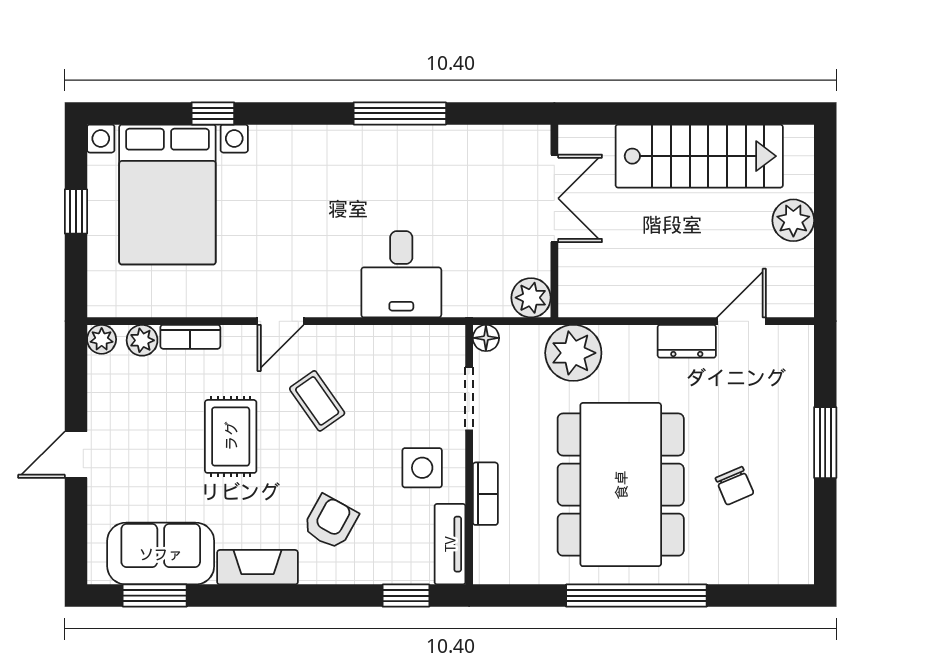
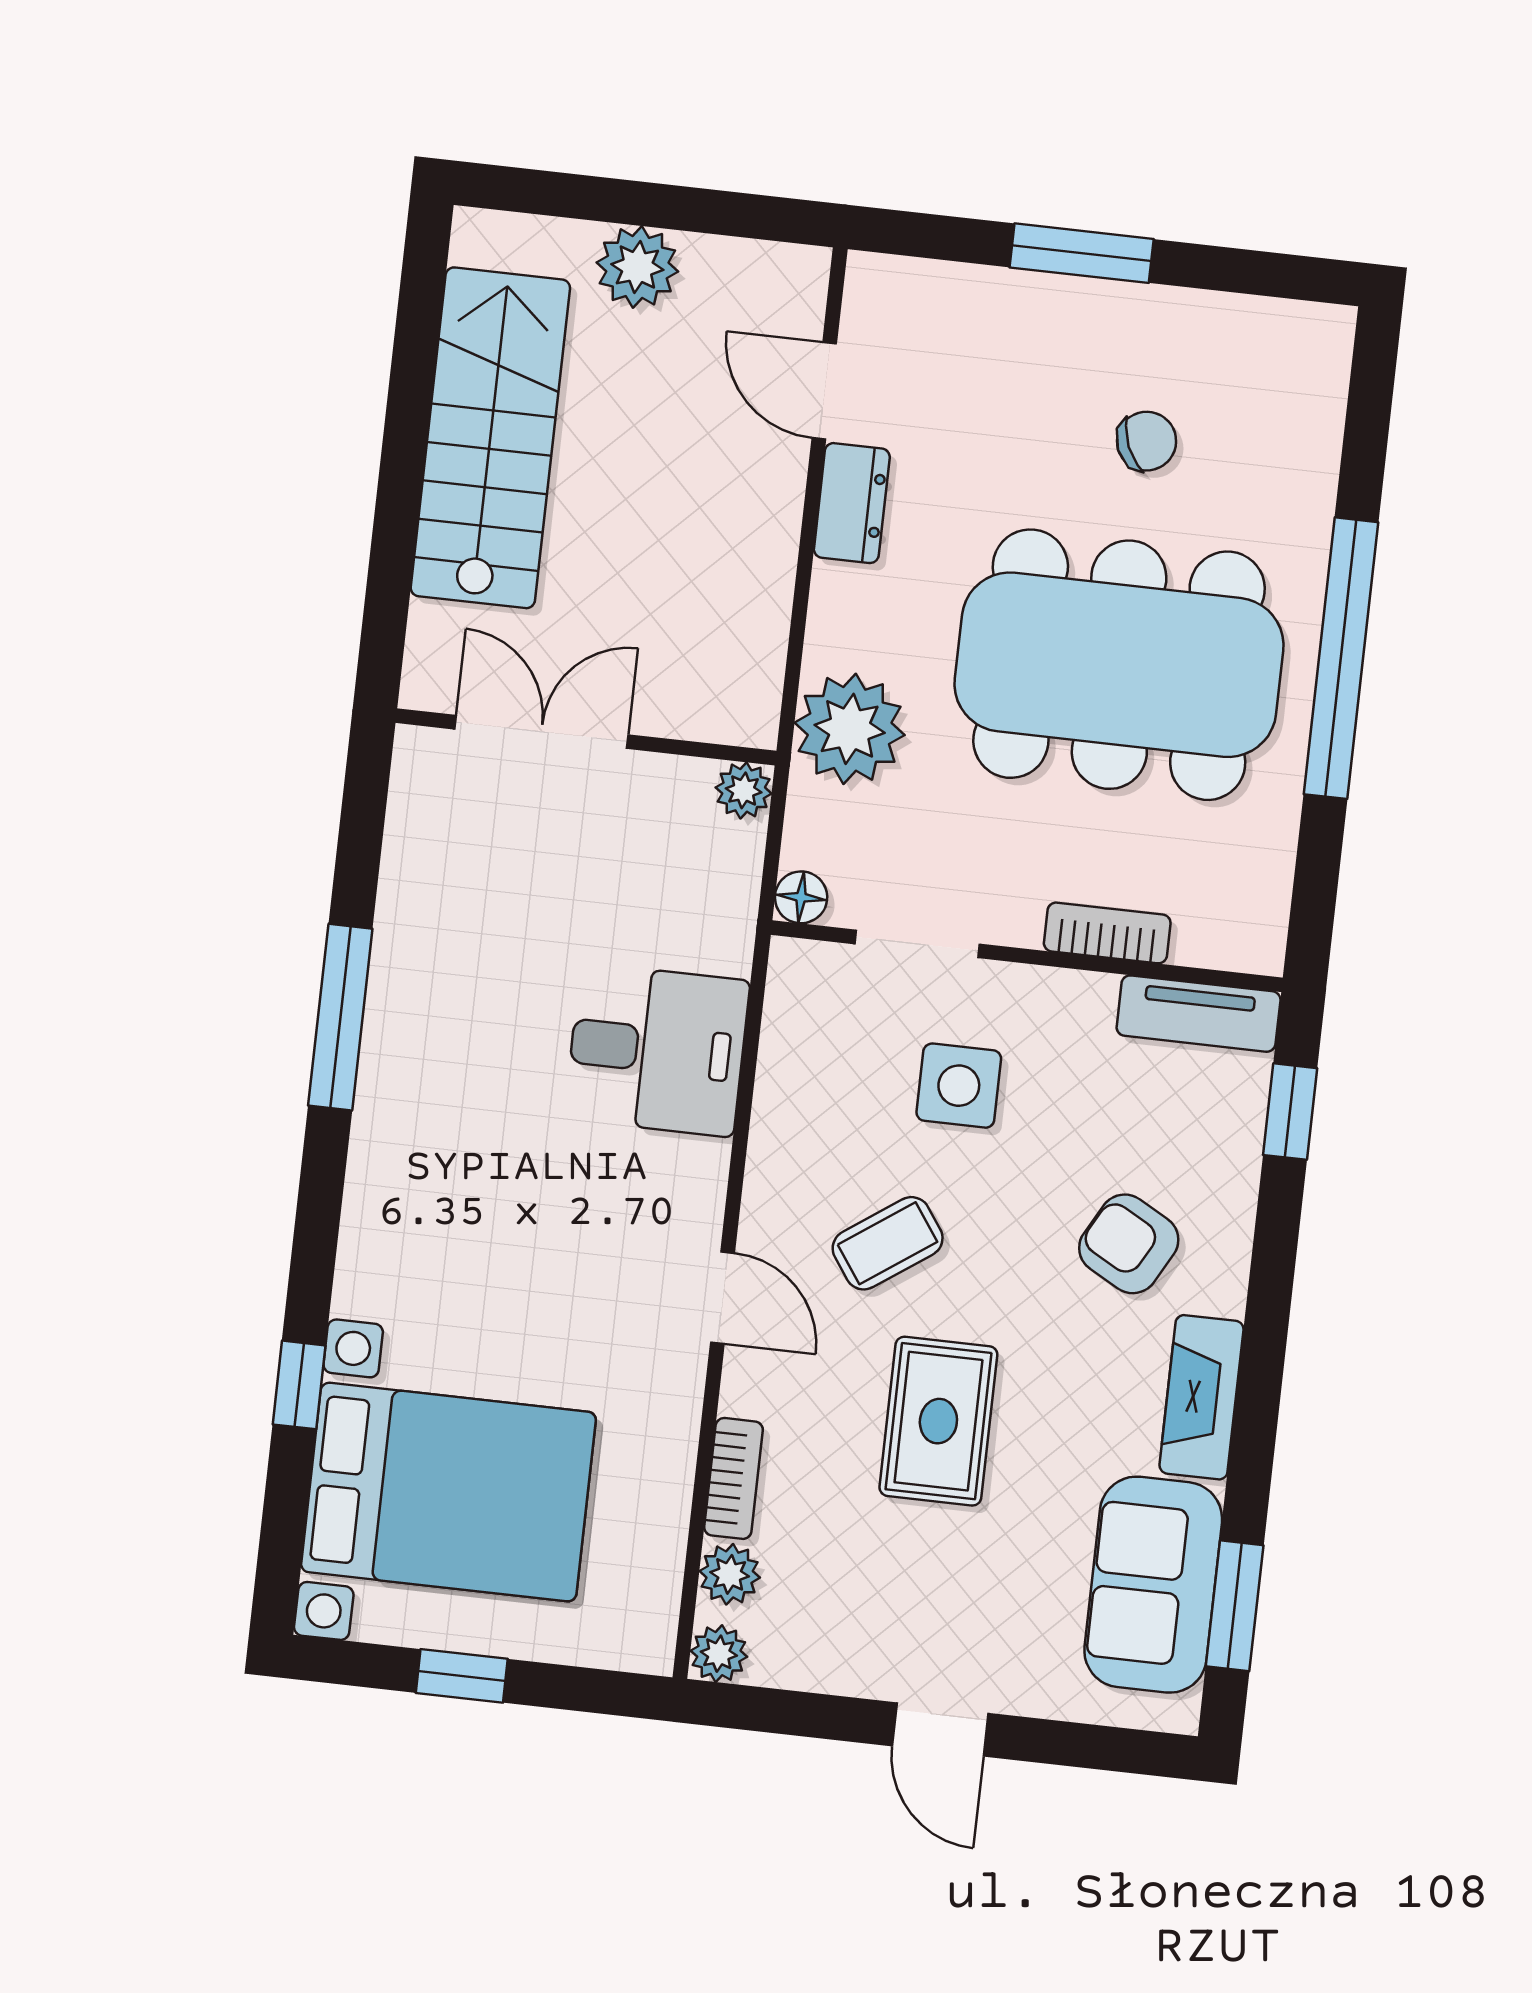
plant: (531, 298) -> (744, 790), width x0.73, depth x0.73
rug: (231, 436) -> (938, 1421), turned 90
side table: (422, 468) -> (959, 1086), moved

